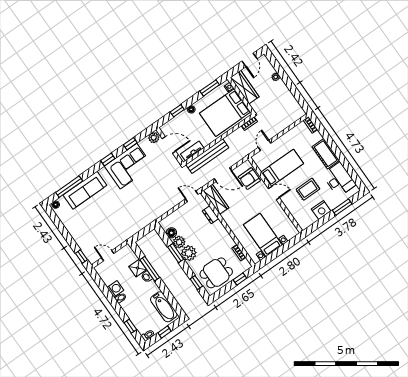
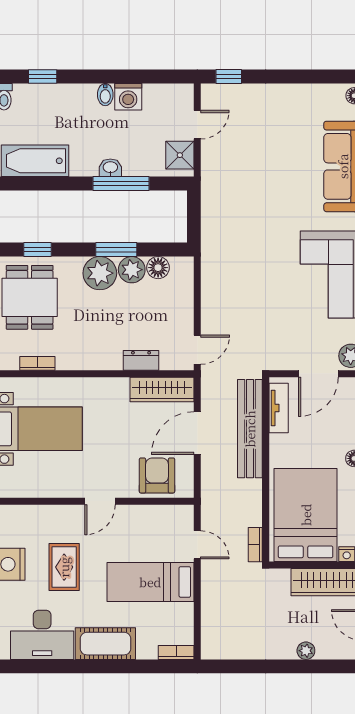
bed: (282, 168) -> (150, 582), moved, turned 90
shower: (138, 268) -> (180, 155), moved

